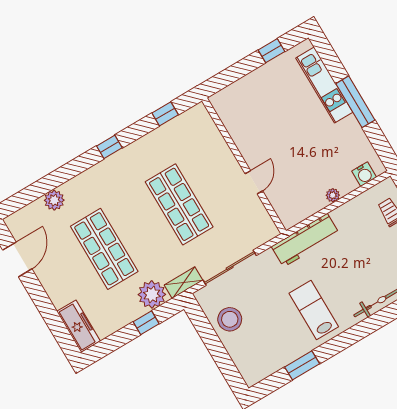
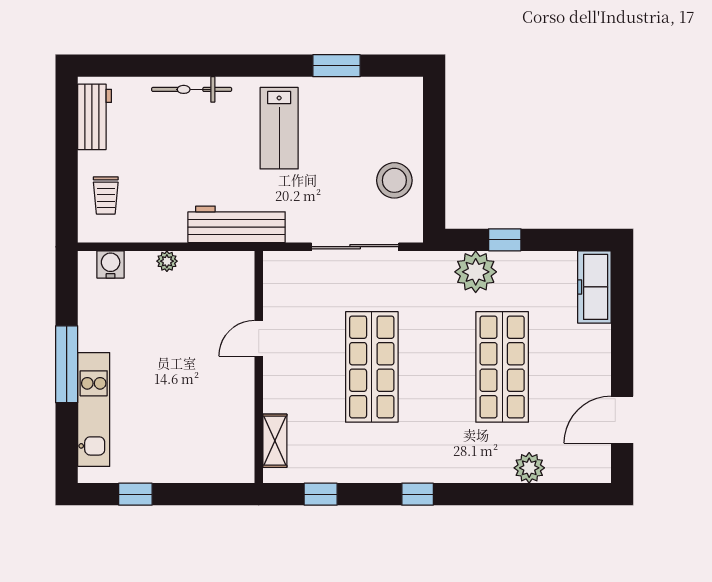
shelving: (183, 283) -> (275, 441), moved, turned 90

